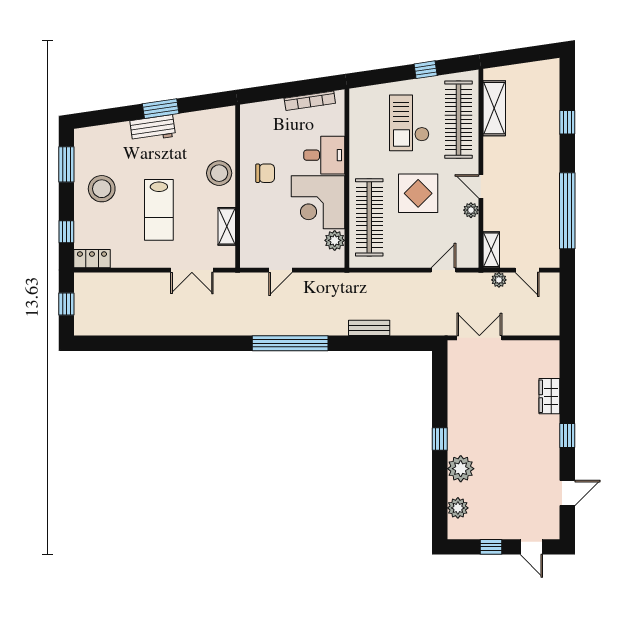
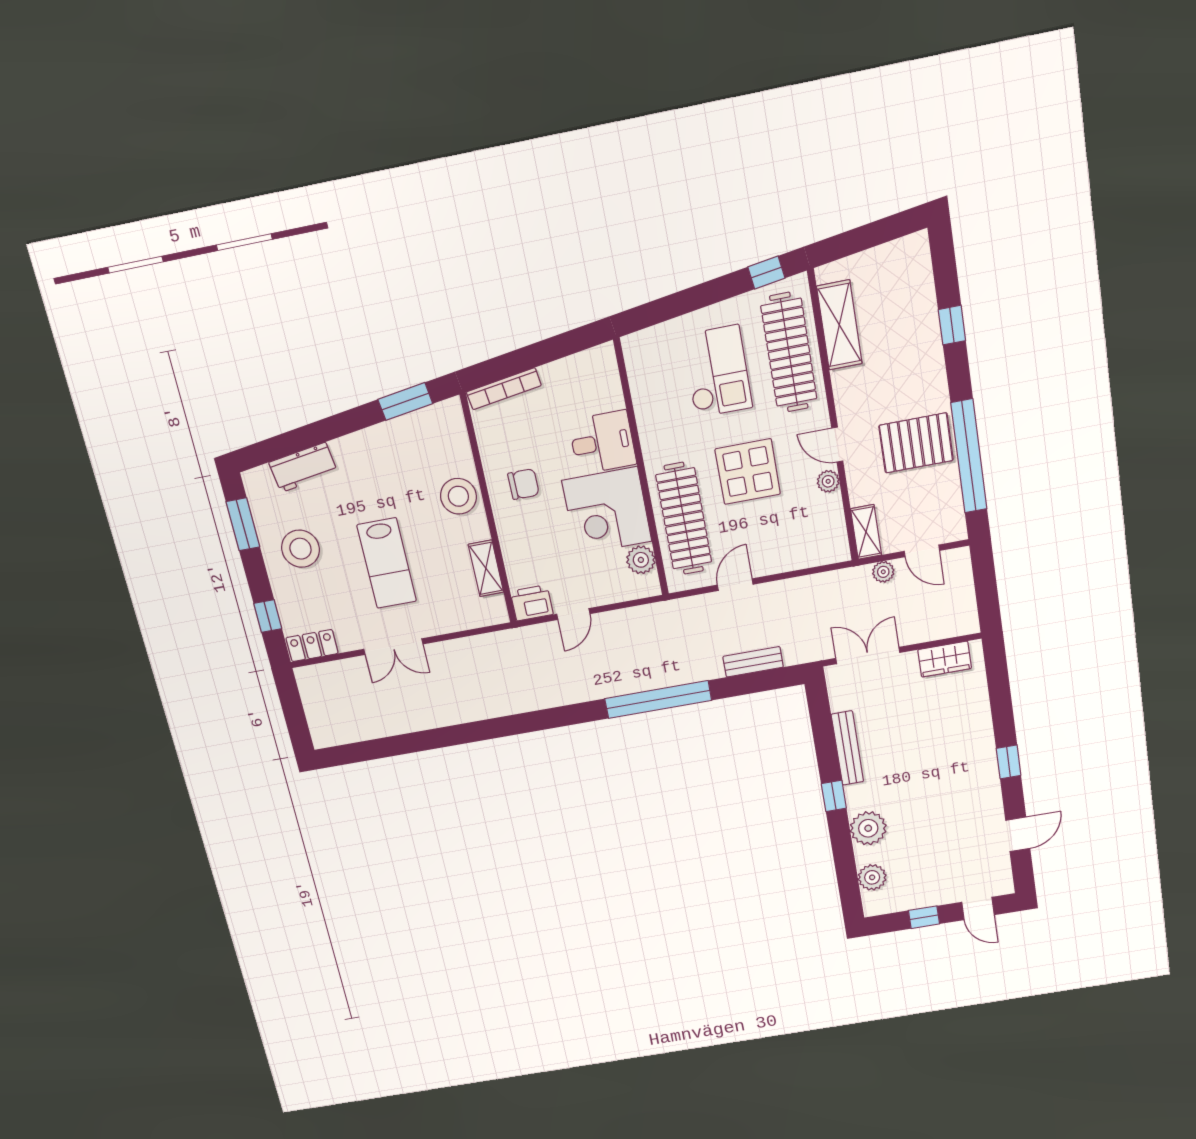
window: (426, 70) -> (766, 273), moved
bookcase: (310, 101) -> (504, 389), moved
window: (161, 109) -> (405, 402), moved
checkout: (409, 123) -> (717, 371), turned 180
workbench: (153, 129) -> (303, 467), moved
pallet: (533, 195) -> (916, 443), added
printer: (253, 257) -> (532, 603), added
double door: (192, 270) -> (393, 647), moved
door: (443, 270) -> (735, 585), moved
window: (66, 304) -> (293, 711), removed
bench: (369, 328) -> (753, 662), moved
window: (290, 343) -> (658, 699), moved
wardrobe: (549, 396) -> (945, 659), moved, turned -90
bench: (455, 404) -> (847, 748), added

